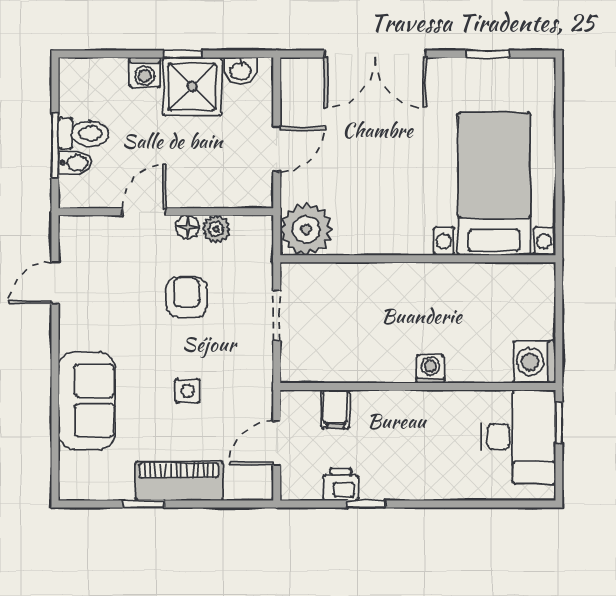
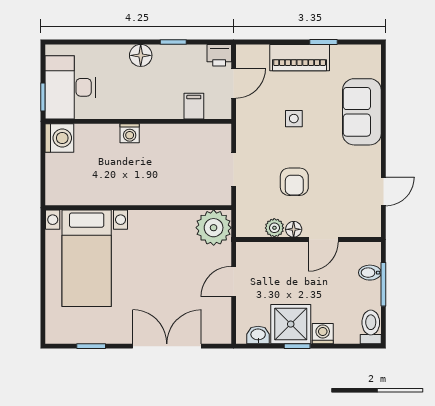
toilet: (83, 134) -> (371, 327), moved, turned 90
floor lamp: (414, 484) -> (141, 55), added
printer: (341, 485) -> (219, 55), moved

